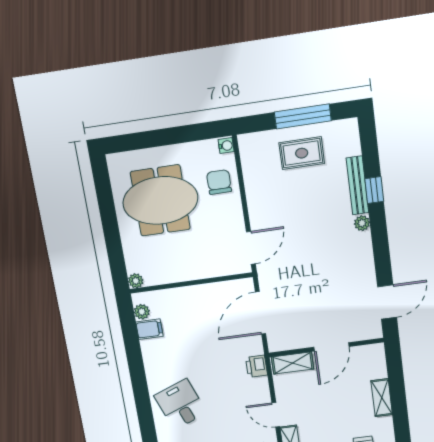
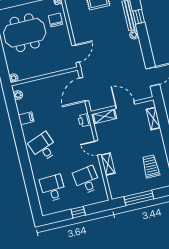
filing cabinet: (149, 329) -> (26, 118), moved
door: (331, 347) -> (125, 105), swing flipped
shelving: (382, 398) -> (153, 119), moved

